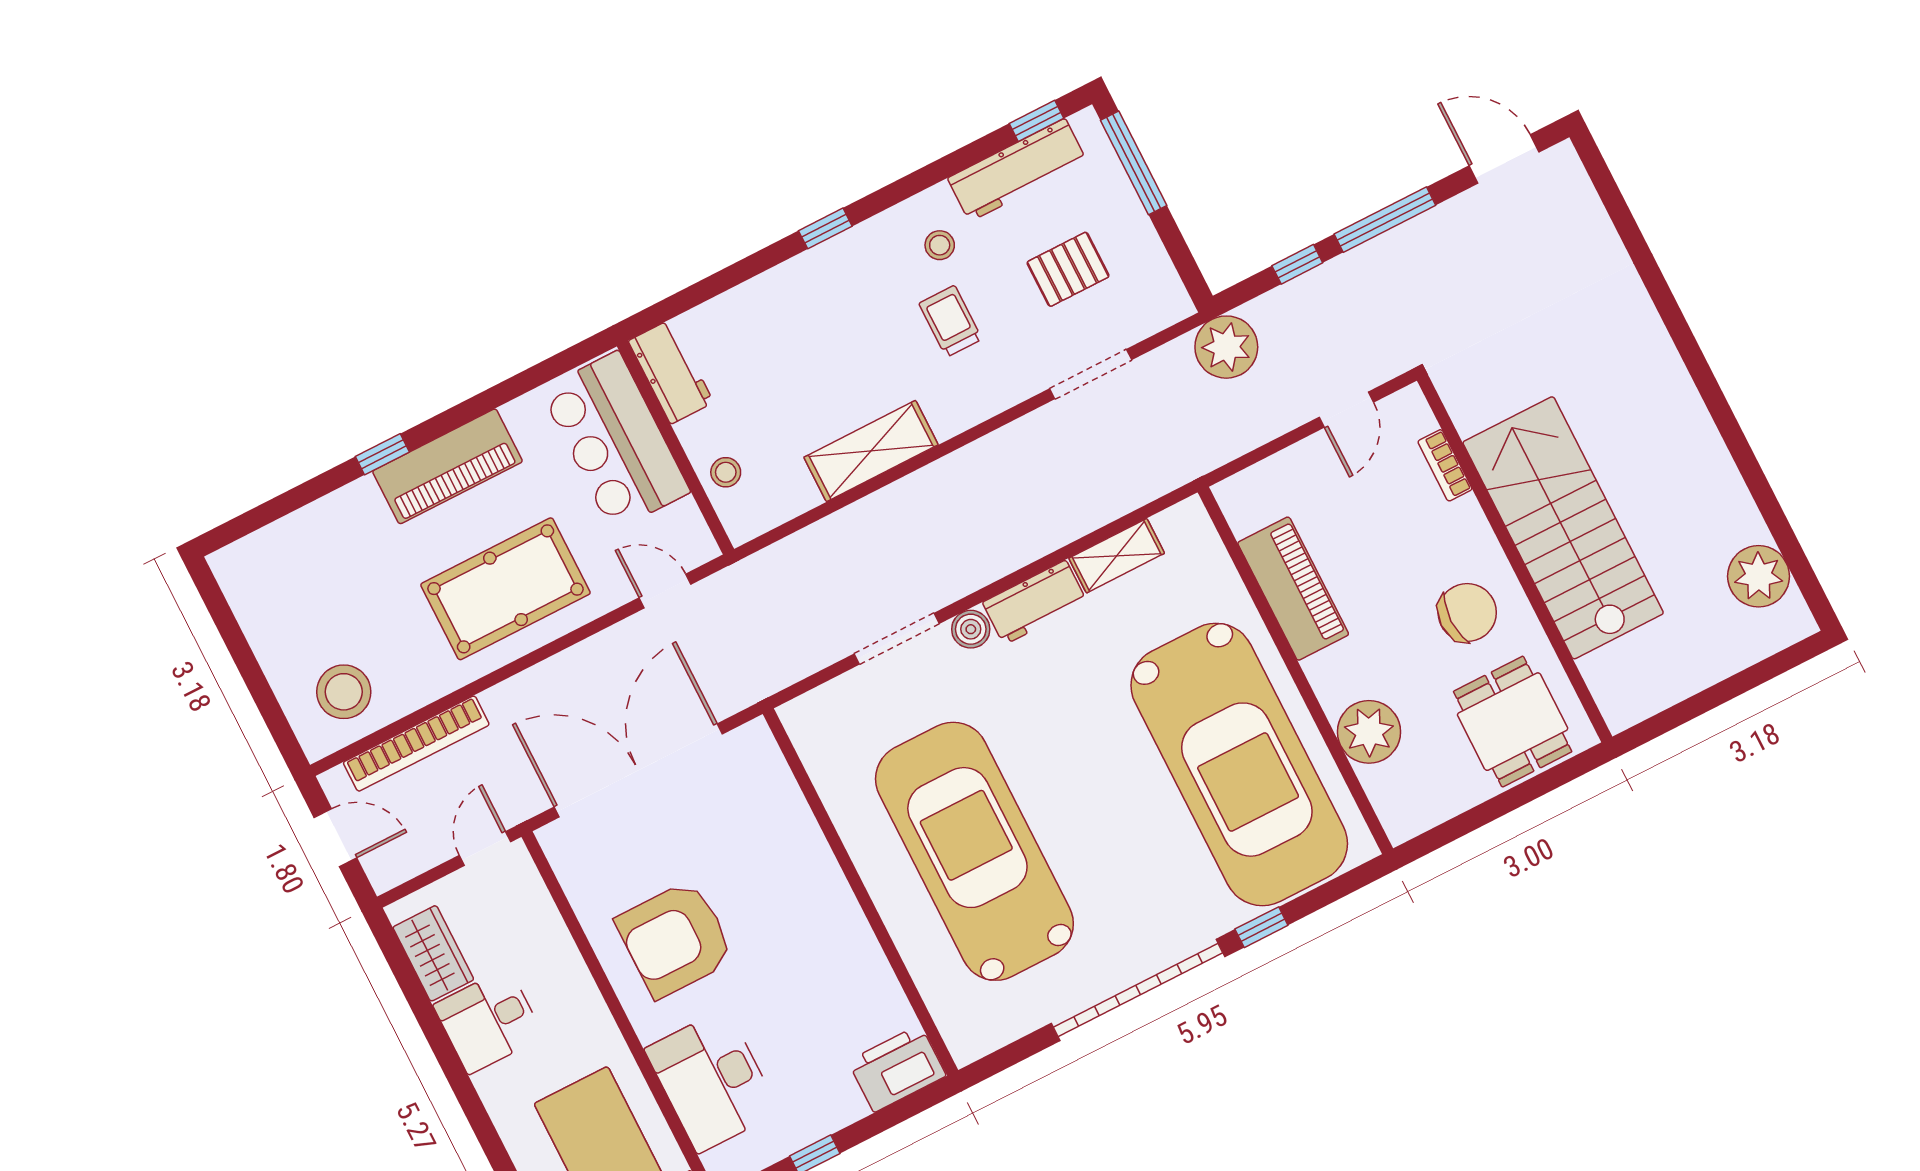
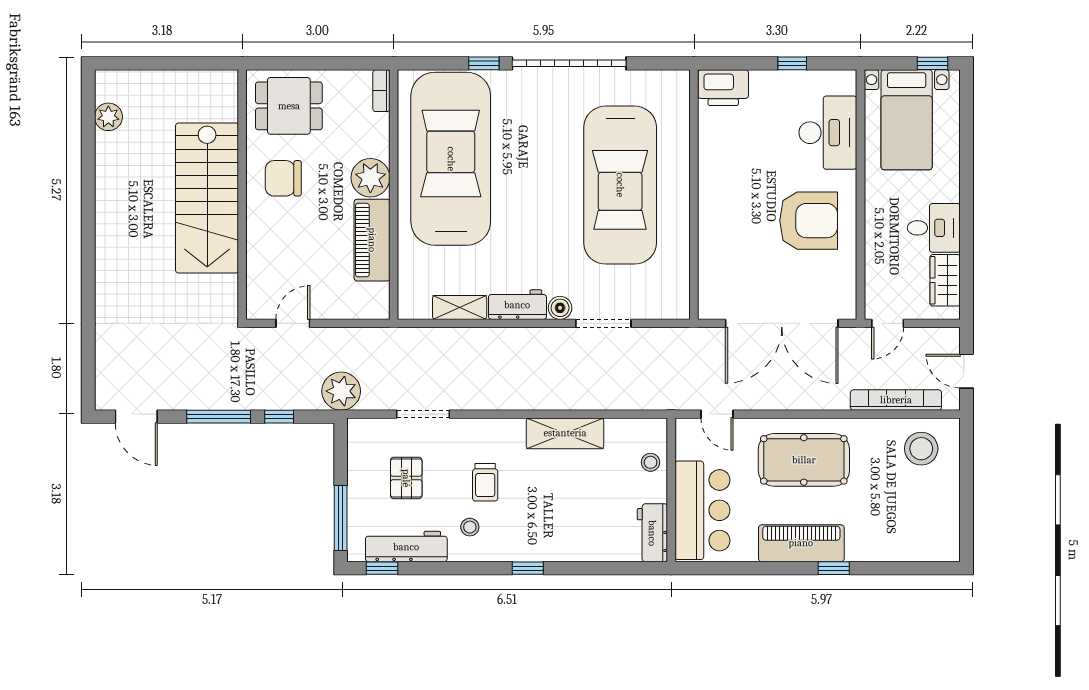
pallet: (1068, 269) -> (406, 478), turned 90
bookcase: (1445, 465) -> (381, 91), moved, turned 180
plant: (1759, 576) -> (108, 117), width x0.73, depth x0.73
dining table: (1513, 722) -> (289, 106), turned 90
plant: (1369, 732) -> (370, 178), moved

